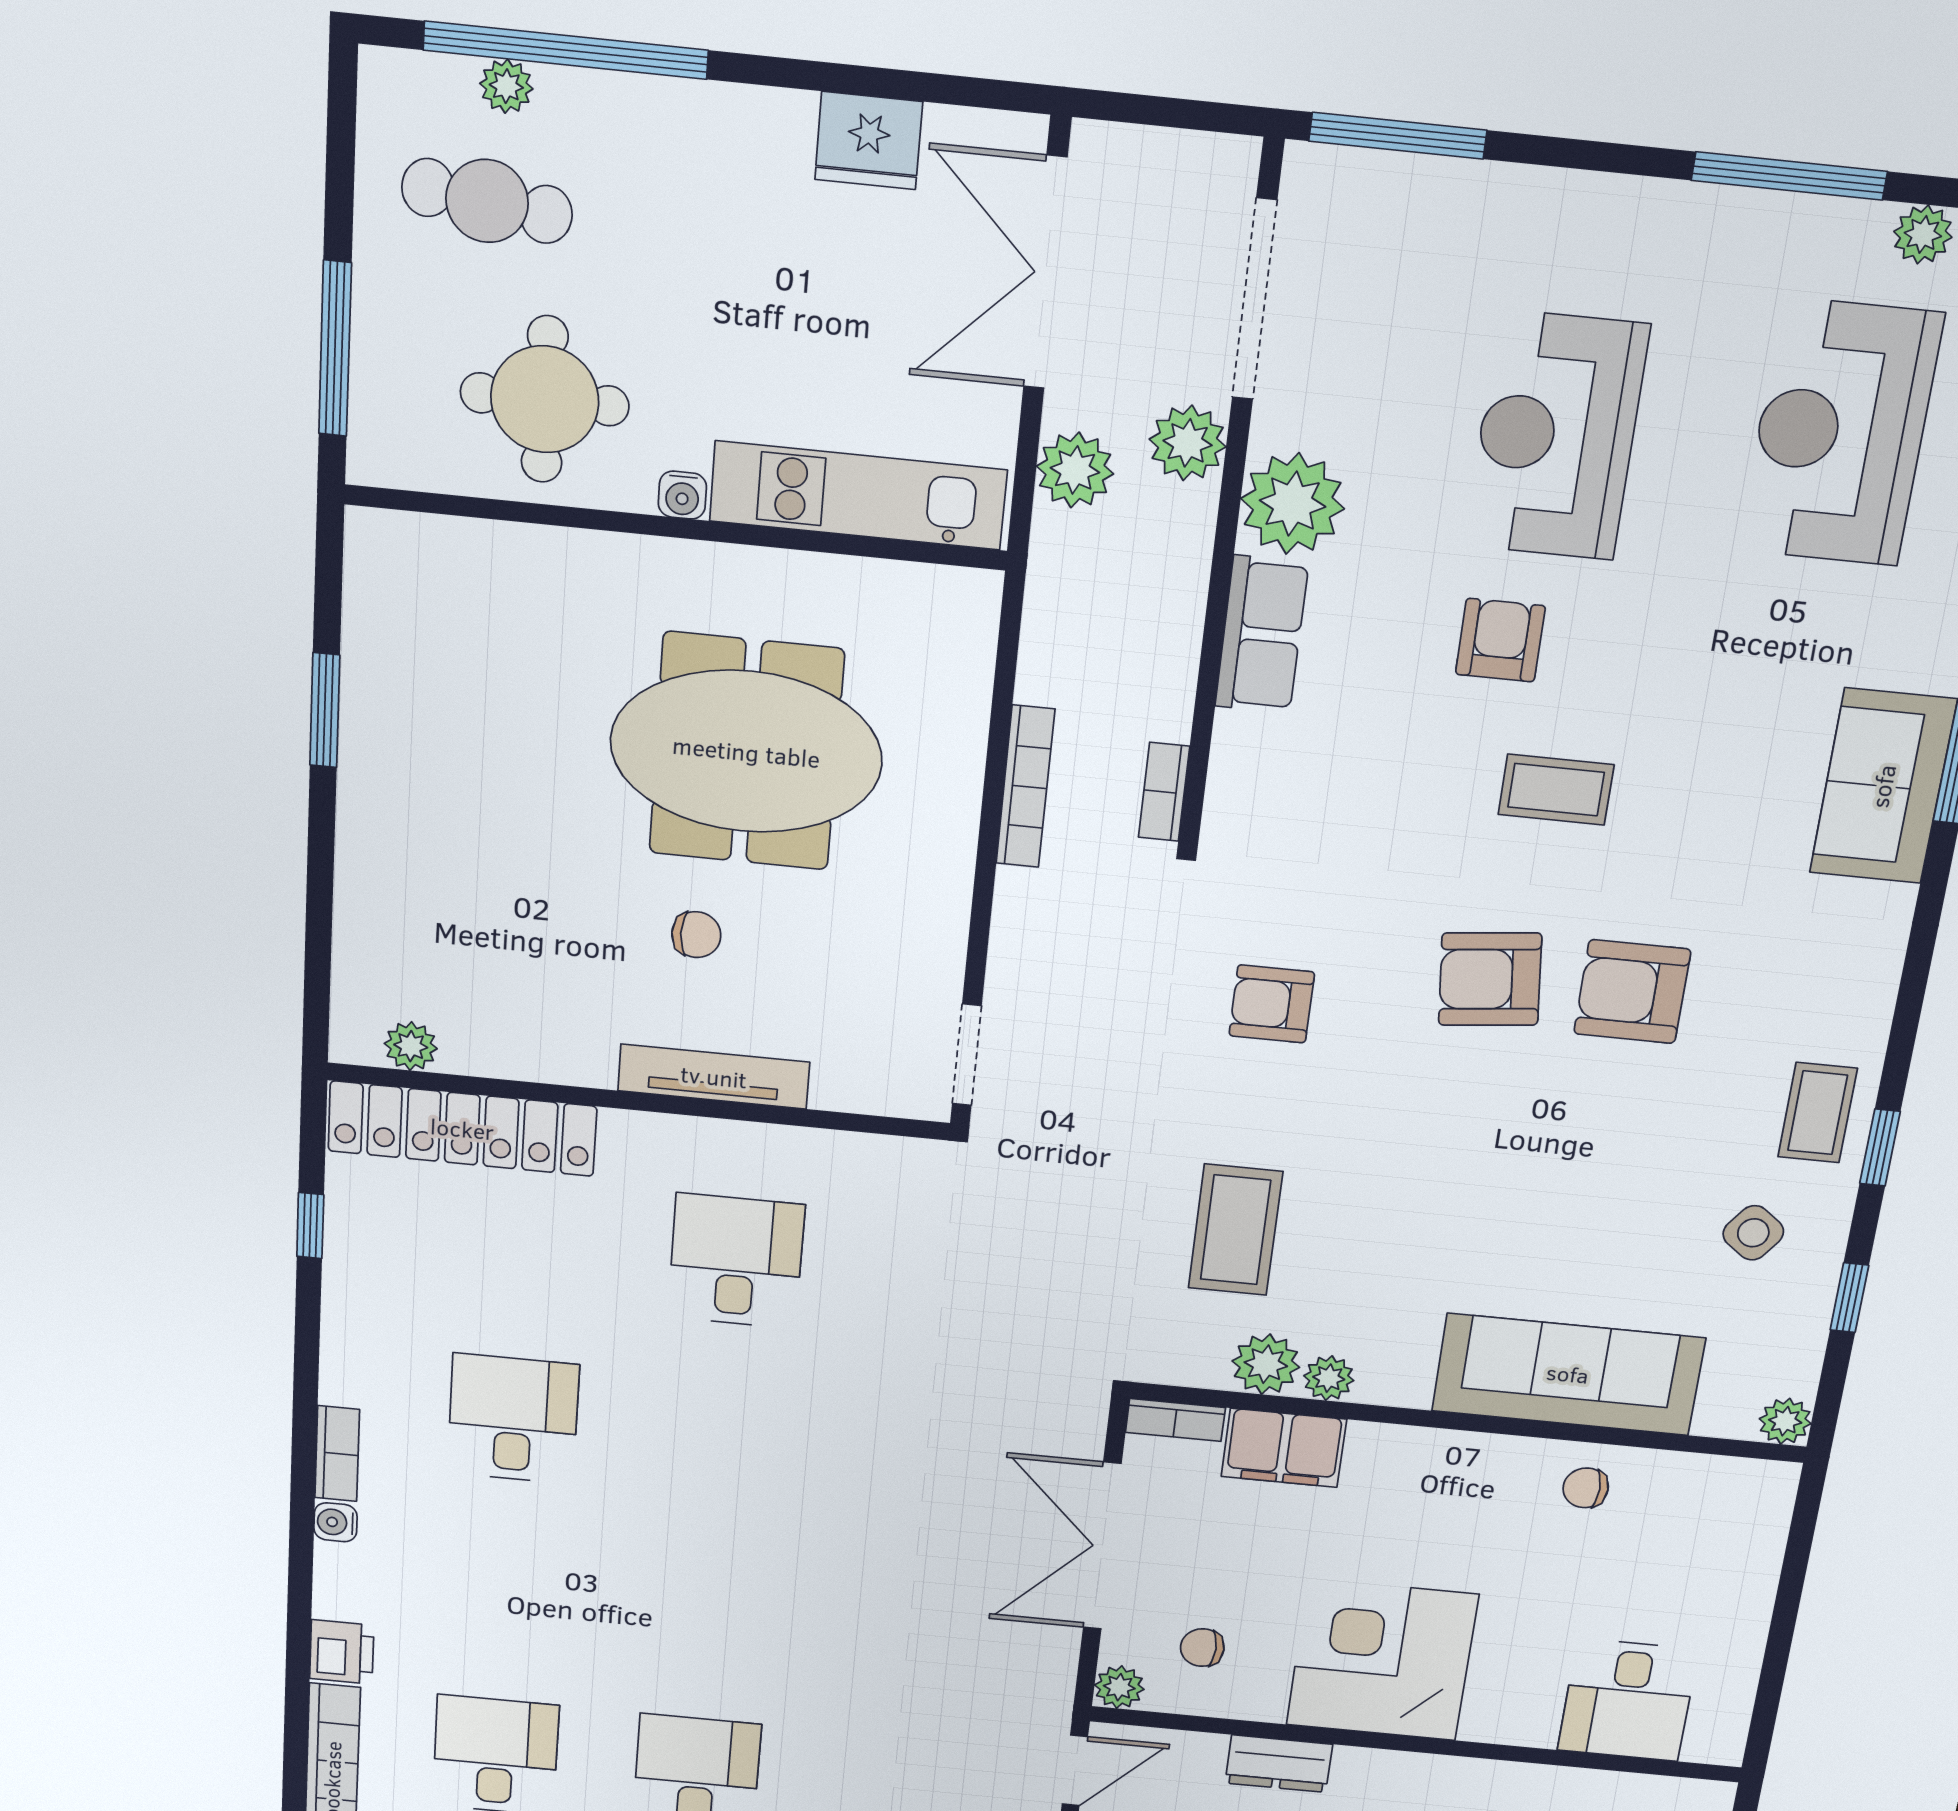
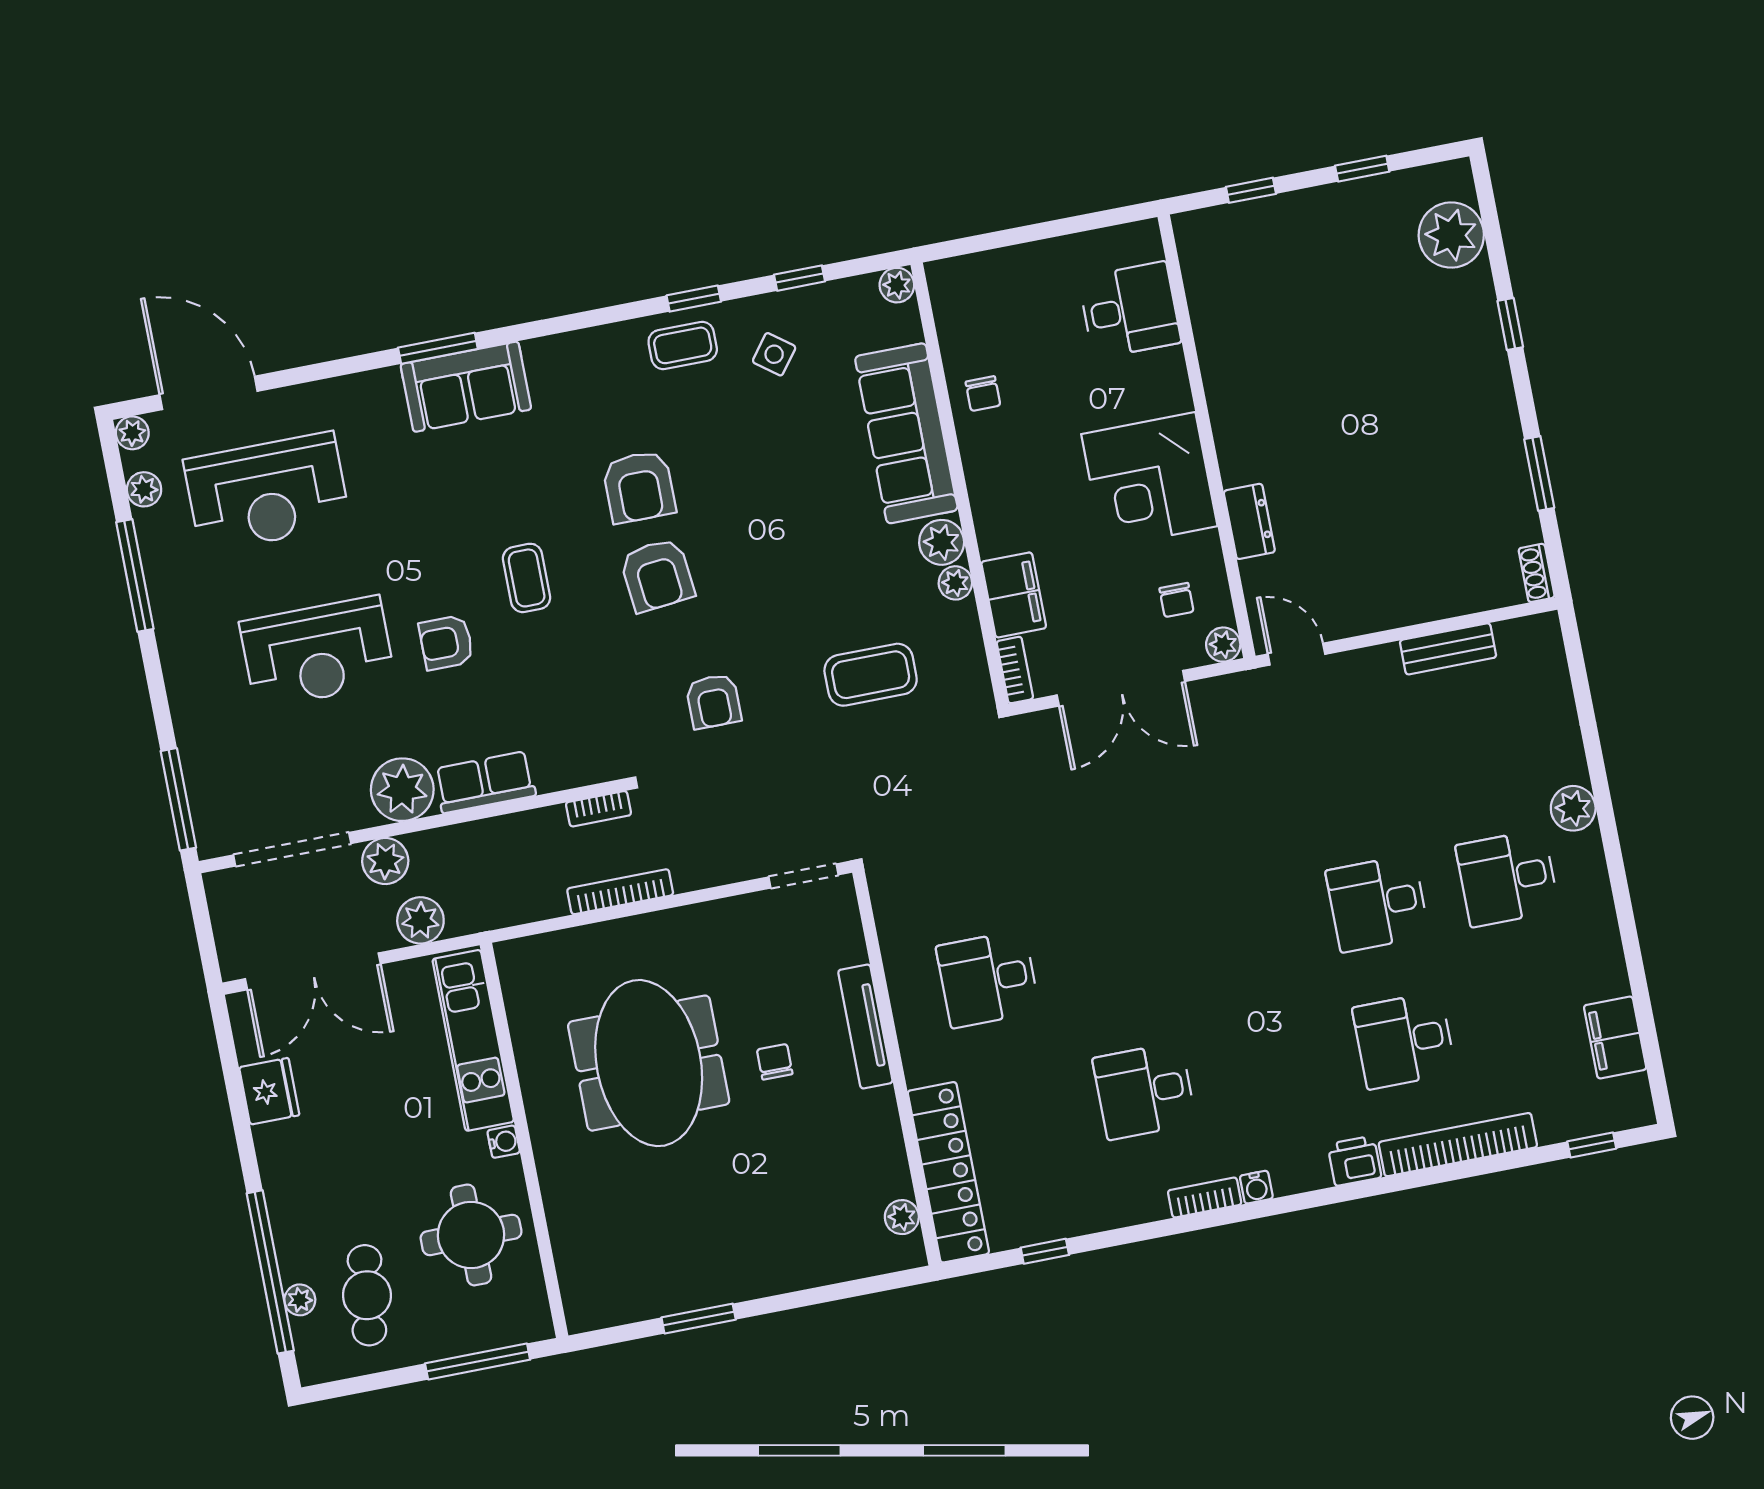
plant: (1266, 1364) -> (942, 542), moved

